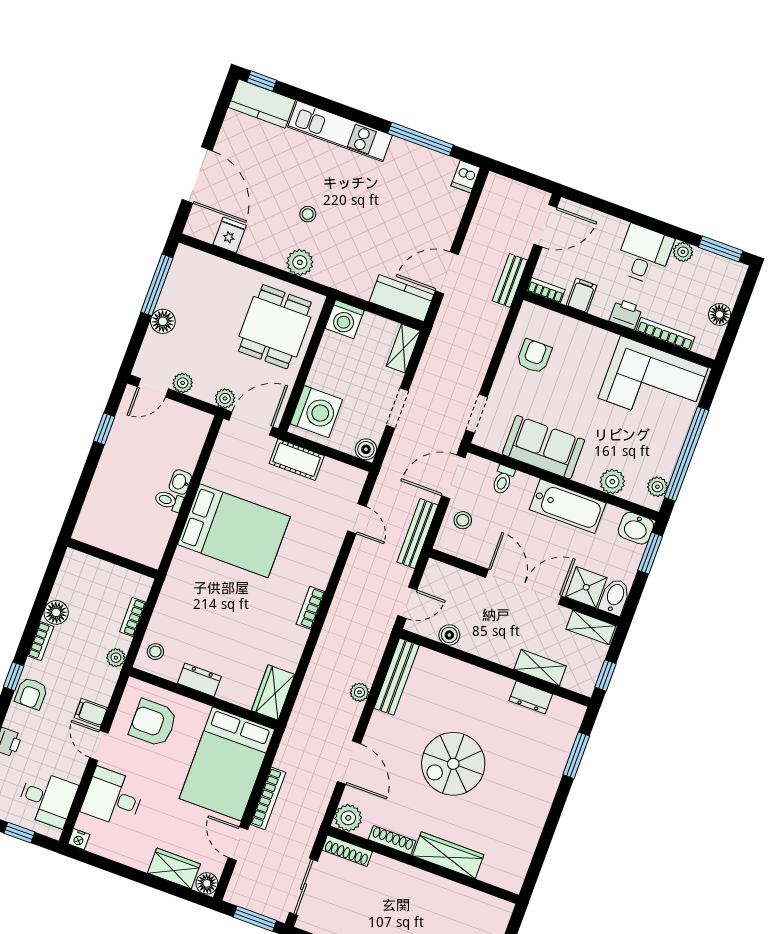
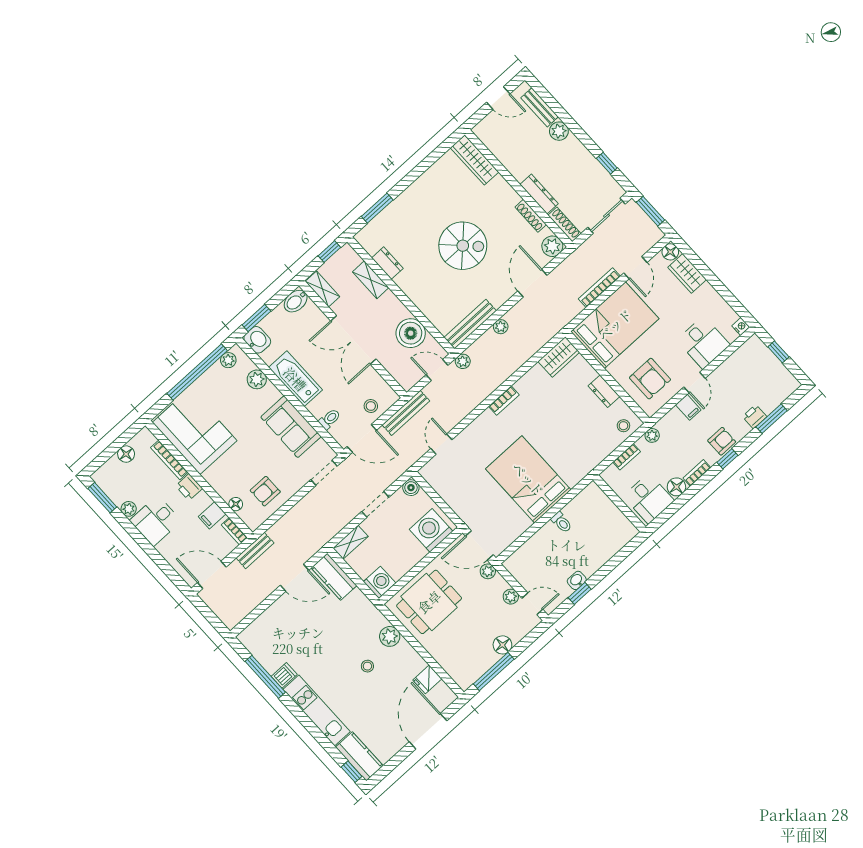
dishwasher: (466, 177) -> (284, 675), moved
floor lamp: (561, 323) -> (236, 504), added
cot: (297, 460) -> (461, 505), removed
washbasin: (180, 482) -> (577, 580), moved, turned 180
shower: (586, 587) -> (311, 318), removed
plant: (383, 629) -> (463, 361), added
boiler: (449, 635) -> (411, 333), width x1.86, depth x1.86
desk: (47, 799) -> (649, 498), moved, turned 180
wardrobe: (448, 855) -> (475, 160), moved
dresser: (396, 871) -> (539, 194), added

